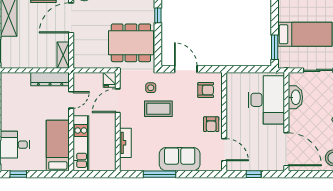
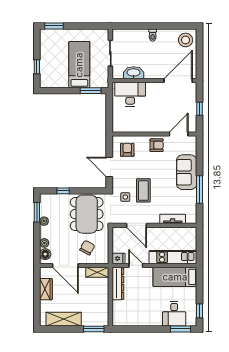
chair: (92, 43) -> (87, 248), added
door: (186, 69) -> (109, 167), hinge flipped
fridge: (110, 80) -> (118, 258), moved
desk: (266, 100) -> (130, 94), width x0.73, depth x0.77

